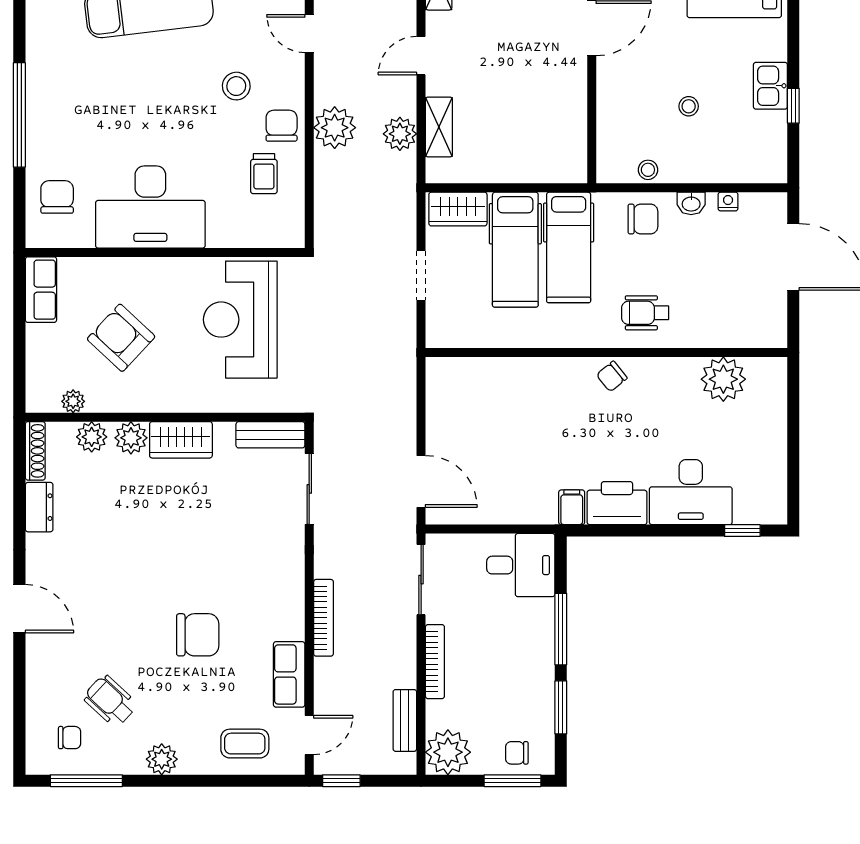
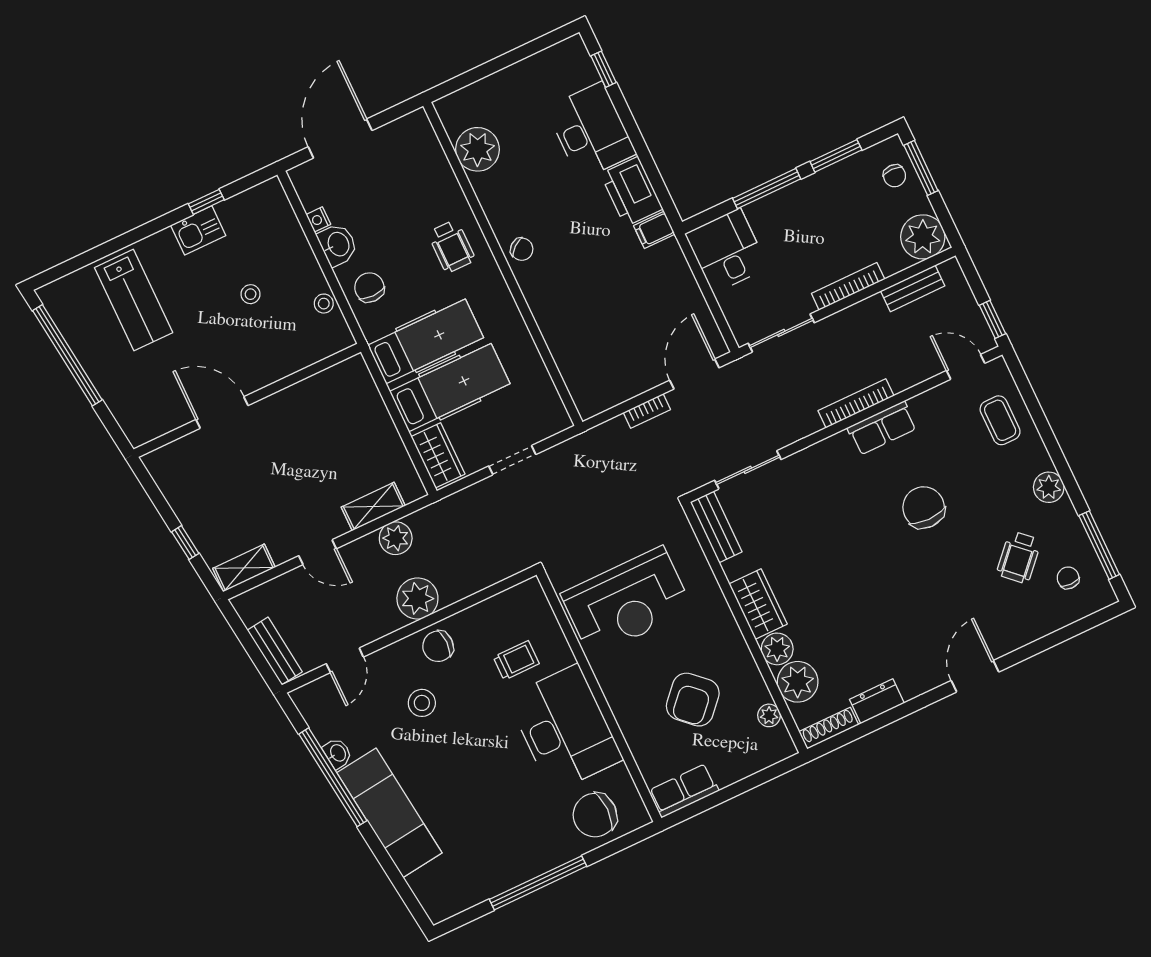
trolley: (264, 174) -> (516, 660), moved
chair: (57, 197) -> (595, 815), width x1.37, depth x1.37
washbasin: (691, 203) -> (338, 245), width x1.38, depth x1.45
bookcase: (408, 421) -> (647, 411), added
plant: (92, 437) -> (798, 682), width x1.36, depth x1.36
row of seats: (289, 674) -> (882, 428), moved

